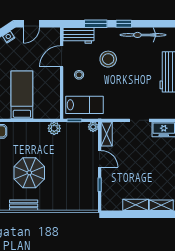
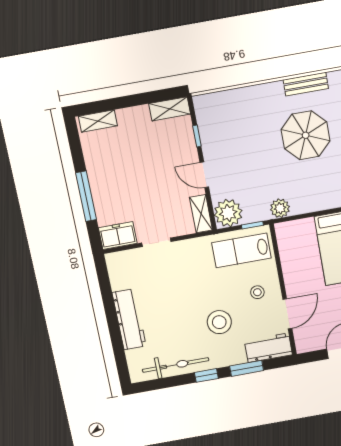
plant: (93, 127) -> (228, 213), width x1.87, depth x1.87
shelving: (136, 205) -> (170, 109), moved

